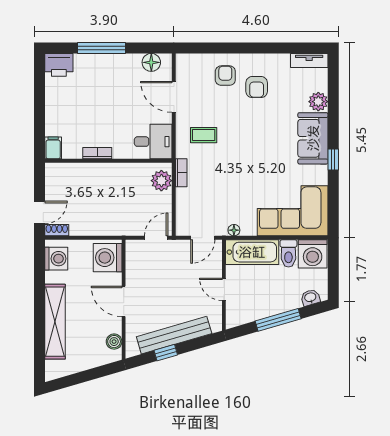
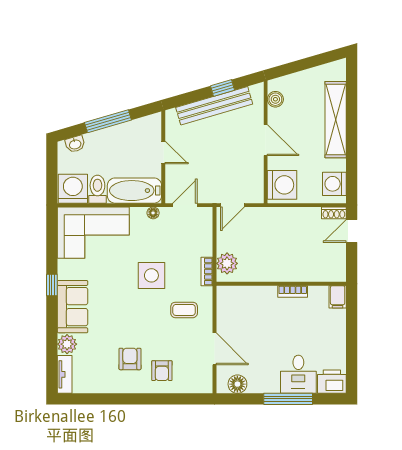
tv unit: (309, 60) -> (65, 374), moved, turned 90
desk: (153, 142) -> (298, 374), moved, turned -90
side table: (236, 169) -> (151, 275), added

